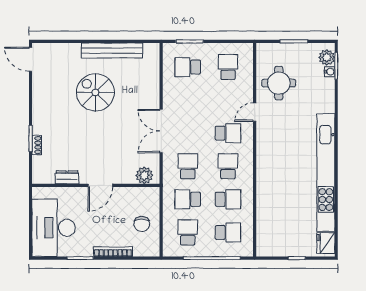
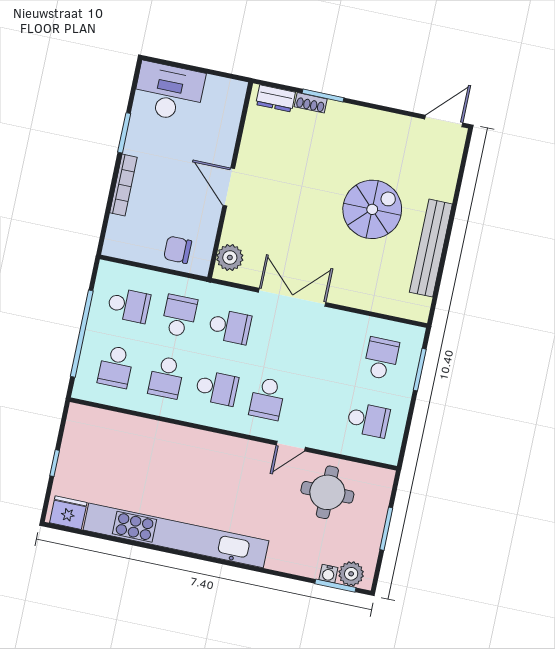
door: (255, 112) -> (291, 446), swing flipped
dresser: (67, 177) -> (276, 98), moved, turned 90
chair: (142, 224) -> (178, 250), moved
desk: (54, 228) -> (169, 92), width x0.73, depth x0.77

